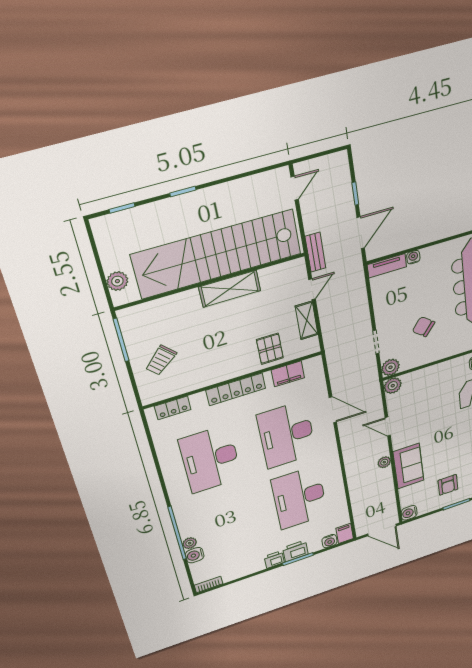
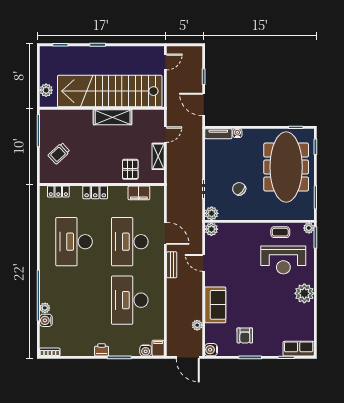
door: (361, 233) -> (204, 105), swing flipped
bench: (315, 252) -> (172, 265), moved
locker: (236, 389) -> (95, 192), width x0.66
plant: (384, 462) -> (197, 325), moved
printer: (295, 551) -> (119, 349), removed

